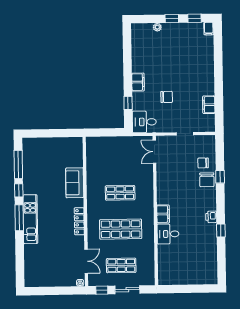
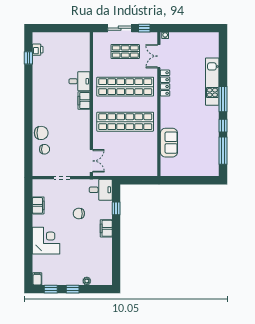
corner desk: (200, 68) -> (46, 241), added
window: (220, 177) -> (28, 136), removed
chair: (207, 180) -> (41, 133), turned 90
sofa: (75, 183) -> (169, 143), moved
shop shelf: (120, 193) -> (125, 122), width x2.00, depth x1.36
printer: (211, 217) -> (38, 50), moved
kitchen unit: (30, 219) -> (212, 82), moved
locker: (79, 221) -> (165, 83), moved
shop shelf: (121, 229) -> (125, 87), width x1.40
window: (221, 231) -> (28, 58), moved

